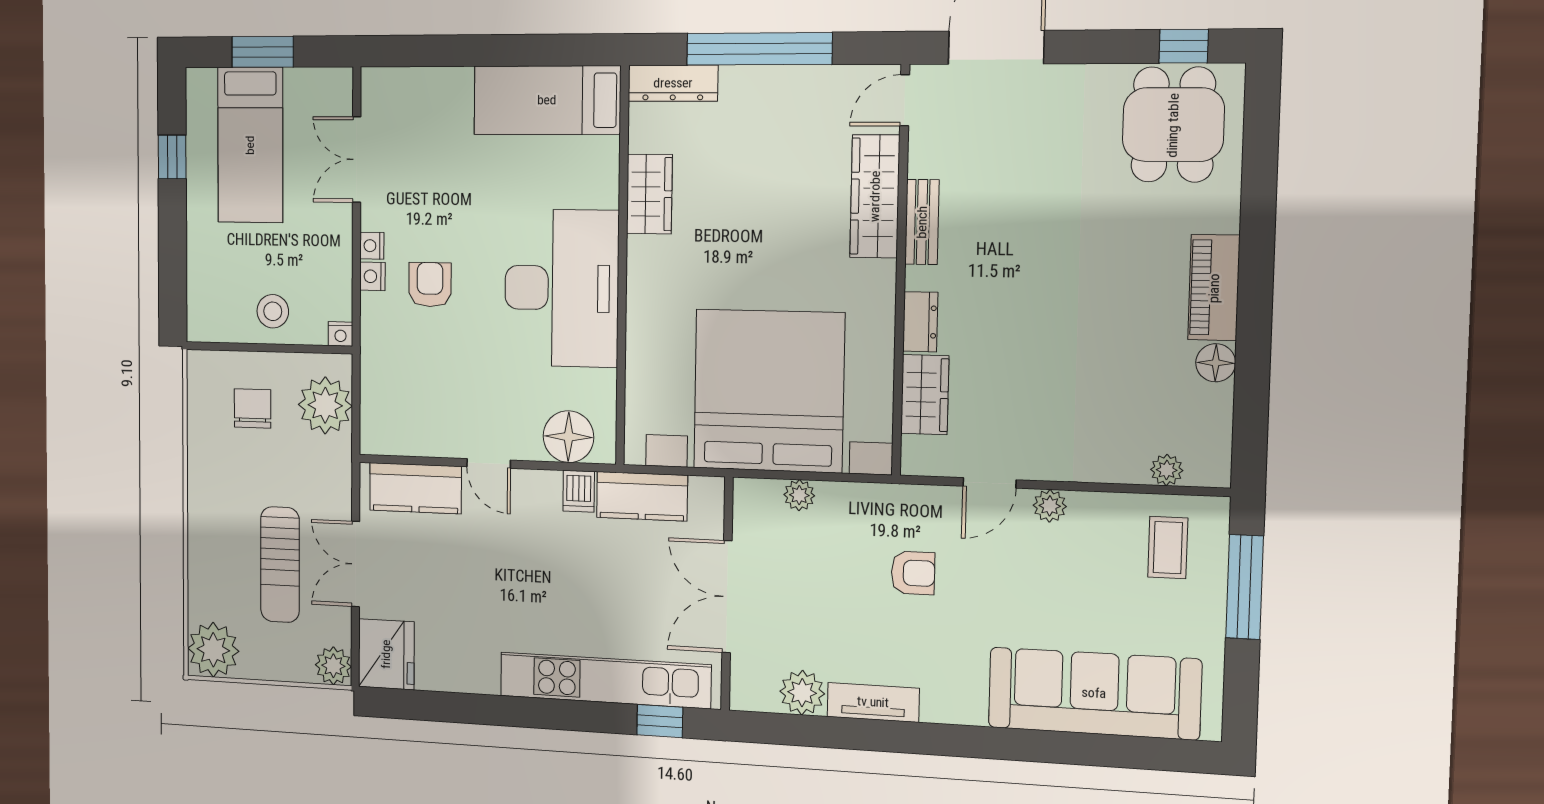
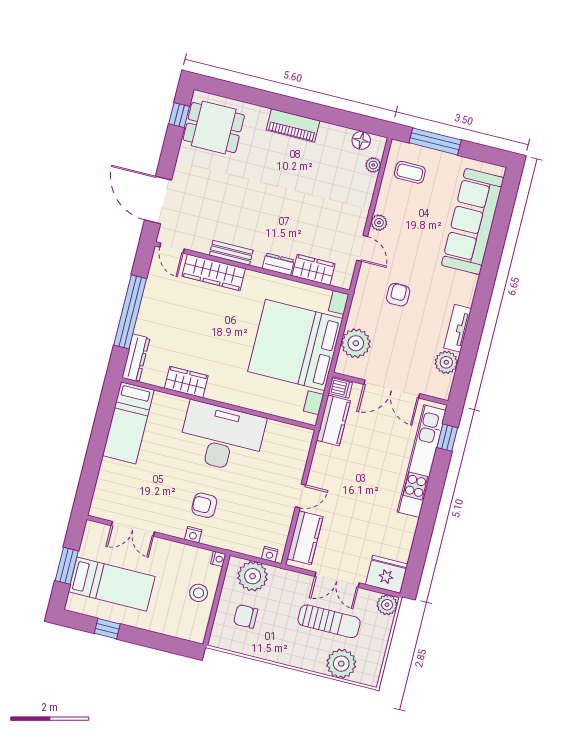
nightstand: (372, 246) -> (270, 554), moved
floor lamp: (1216, 363) -> (361, 140), moved
floor lamp: (568, 437) -> (296, 451), removed
dishwasher: (579, 491) -> (340, 388), moved
plant: (799, 495) -> (356, 343), width x1.87, depth x1.87
plant: (213, 650) -> (341, 664), moved

